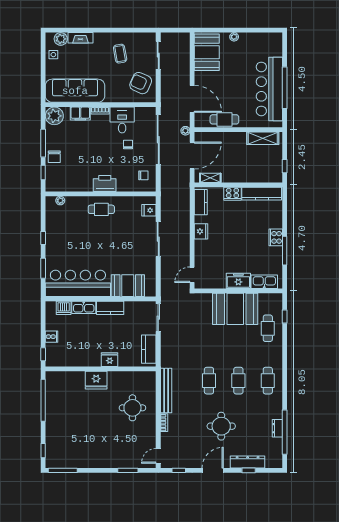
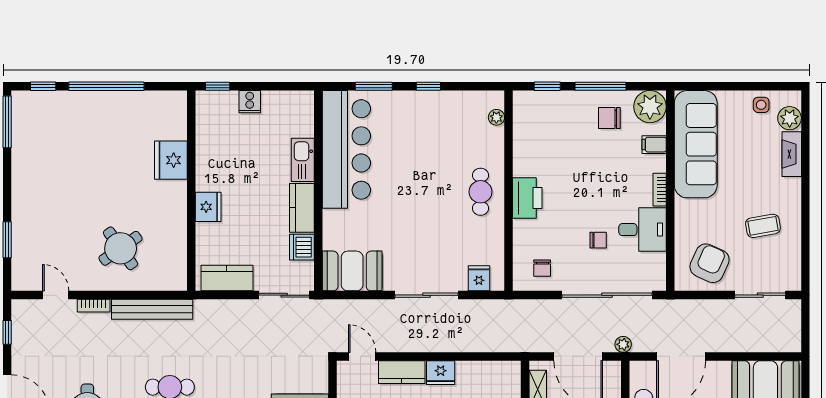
filing cabinet: (80, 114) -> (654, 145), width x0.50
chair: (54, 157) -> (609, 118), moved
kitchen counter: (201, 202) -> (402, 372), moved
booth: (128, 286) -> (352, 271), moved, turned 90
dishwasher: (64, 308) -> (302, 247), moved
fridge: (96, 380) -> (171, 160), moved
window: (43, 400) -> (106, 86), moved
round table: (132, 408) -> (121, 248), turned -35
door: (158, 456) -> (56, 295), moved

